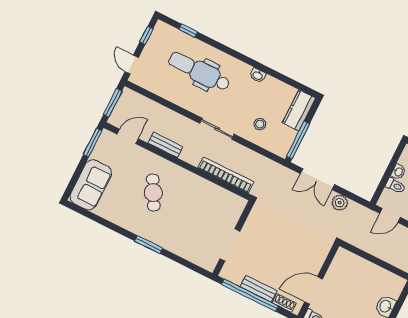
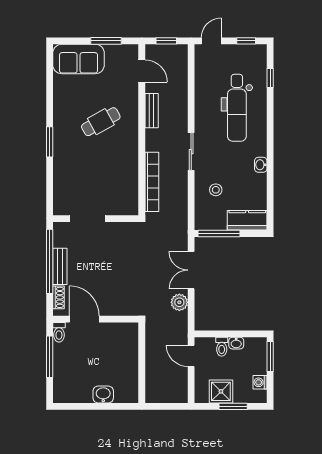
dental chair: (199, 71) -> (237, 108), turned 180
window: (113, 103) -> (166, 41), width x0.67
window: (93, 143) -> (106, 41), moved

